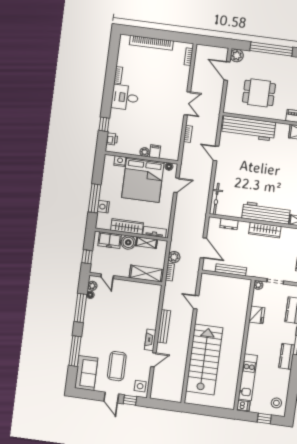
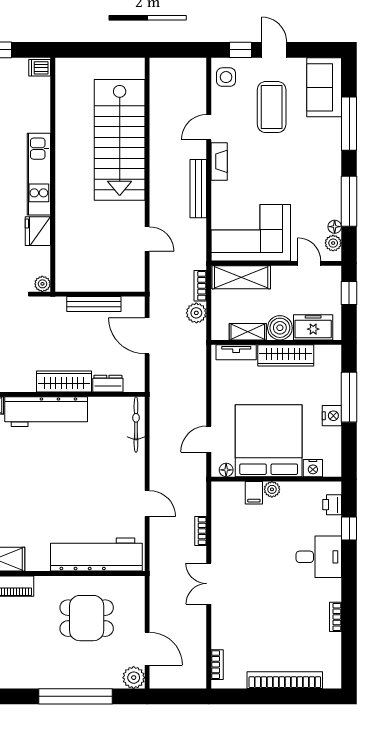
desk: (125, 97) -> (319, 557), moved
nightstand: (103, 207) -> (332, 416), moved
wardrobe: (265, 230) -> (64, 381), moved
corner sofa: (138, 298) -> (251, 233), added
kitchen unit: (248, 377) -> (39, 174), moved

